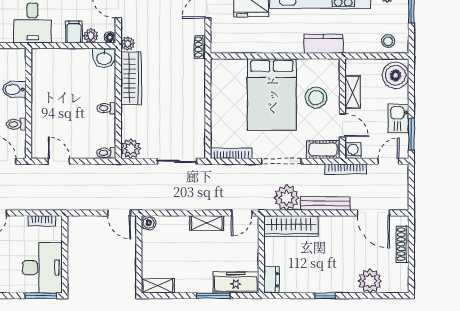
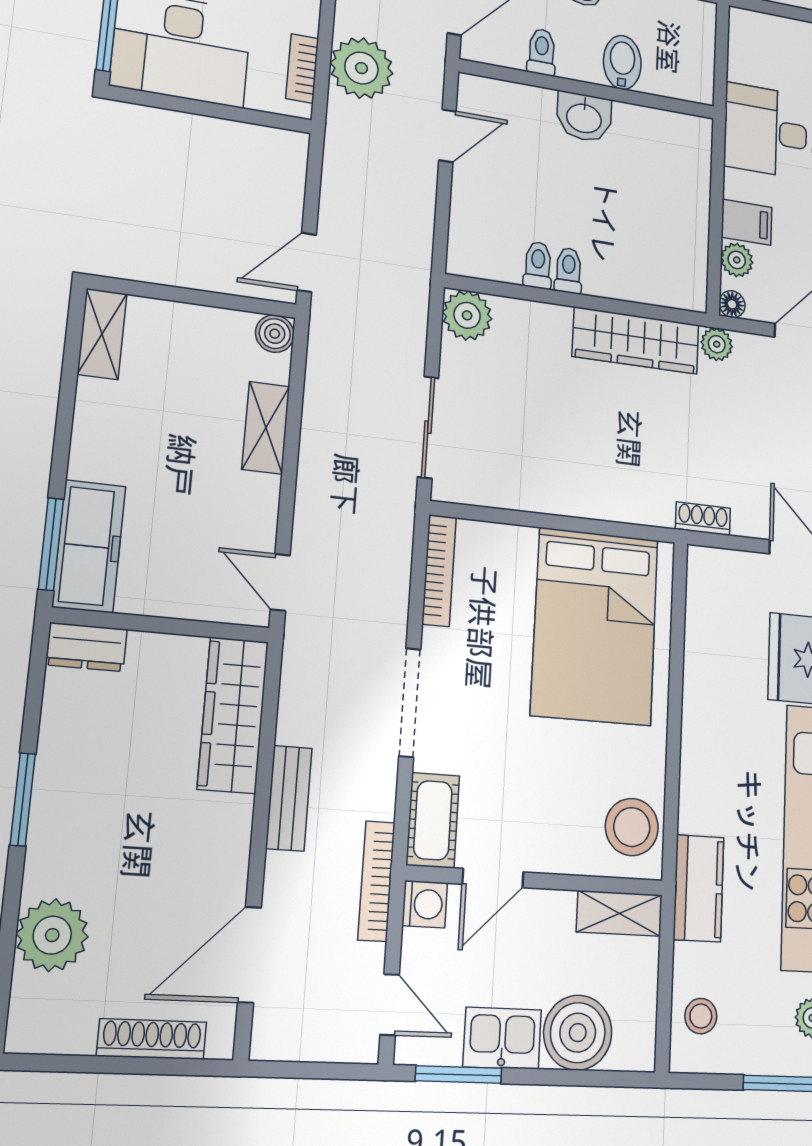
kitchen counter: (323, 44) -> (699, 888), moved
washbasin: (104, 58) -> (584, 117), moved, turned -90
boiler: (396, 75) -> (578, 1033), moved
shelving: (352, 92) -> (619, 913), moved
bed: (272, 95) -> (595, 626), moved, turned -90
stool: (316, 98) -> (632, 827), moved
toilet: (106, 153) -> (538, 265), moved
plant: (287, 198) -> (361, 68), moved
bench: (325, 203) -> (289, 798), width x0.73
shelving: (207, 223) -> (266, 428), moved
window: (214, 296) -> (51, 544), moved
window: (325, 296) -> (23, 799), width x1.50

